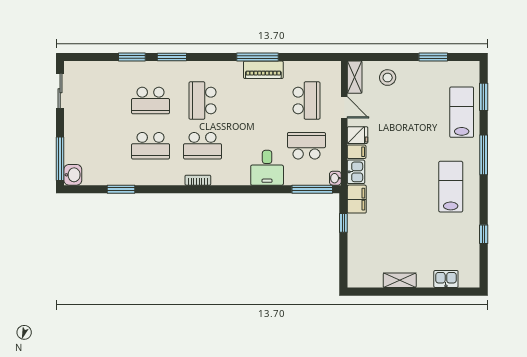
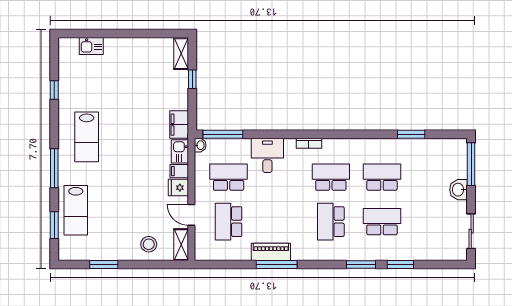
school desk: (203, 101) -> (331, 222), turned 180
school desk: (306, 146) -> (229, 177), turned 180
washbasin: (73, 175) -> (458, 190), moved
bookcase: (198, 180) -> (309, 143), moved
window: (343, 223) -> (192, 79), moved
shelving: (400, 280) -> (181, 54), moved, turned 90

